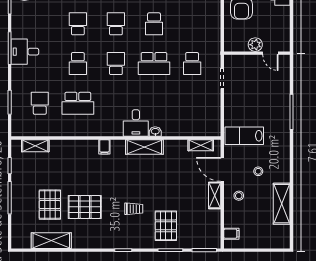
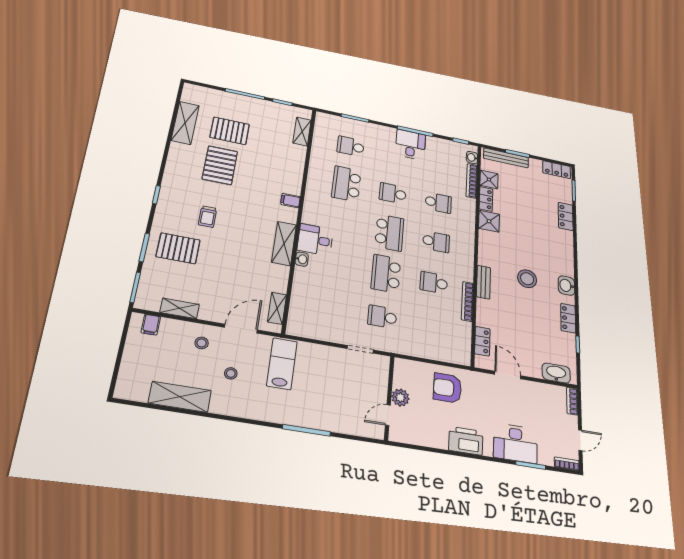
school desk: (116, 64) -> (389, 233), width x1.85
school desk: (40, 103) -> (351, 146), turned 180
shelving: (215, 195) -> (180, 308), moved

